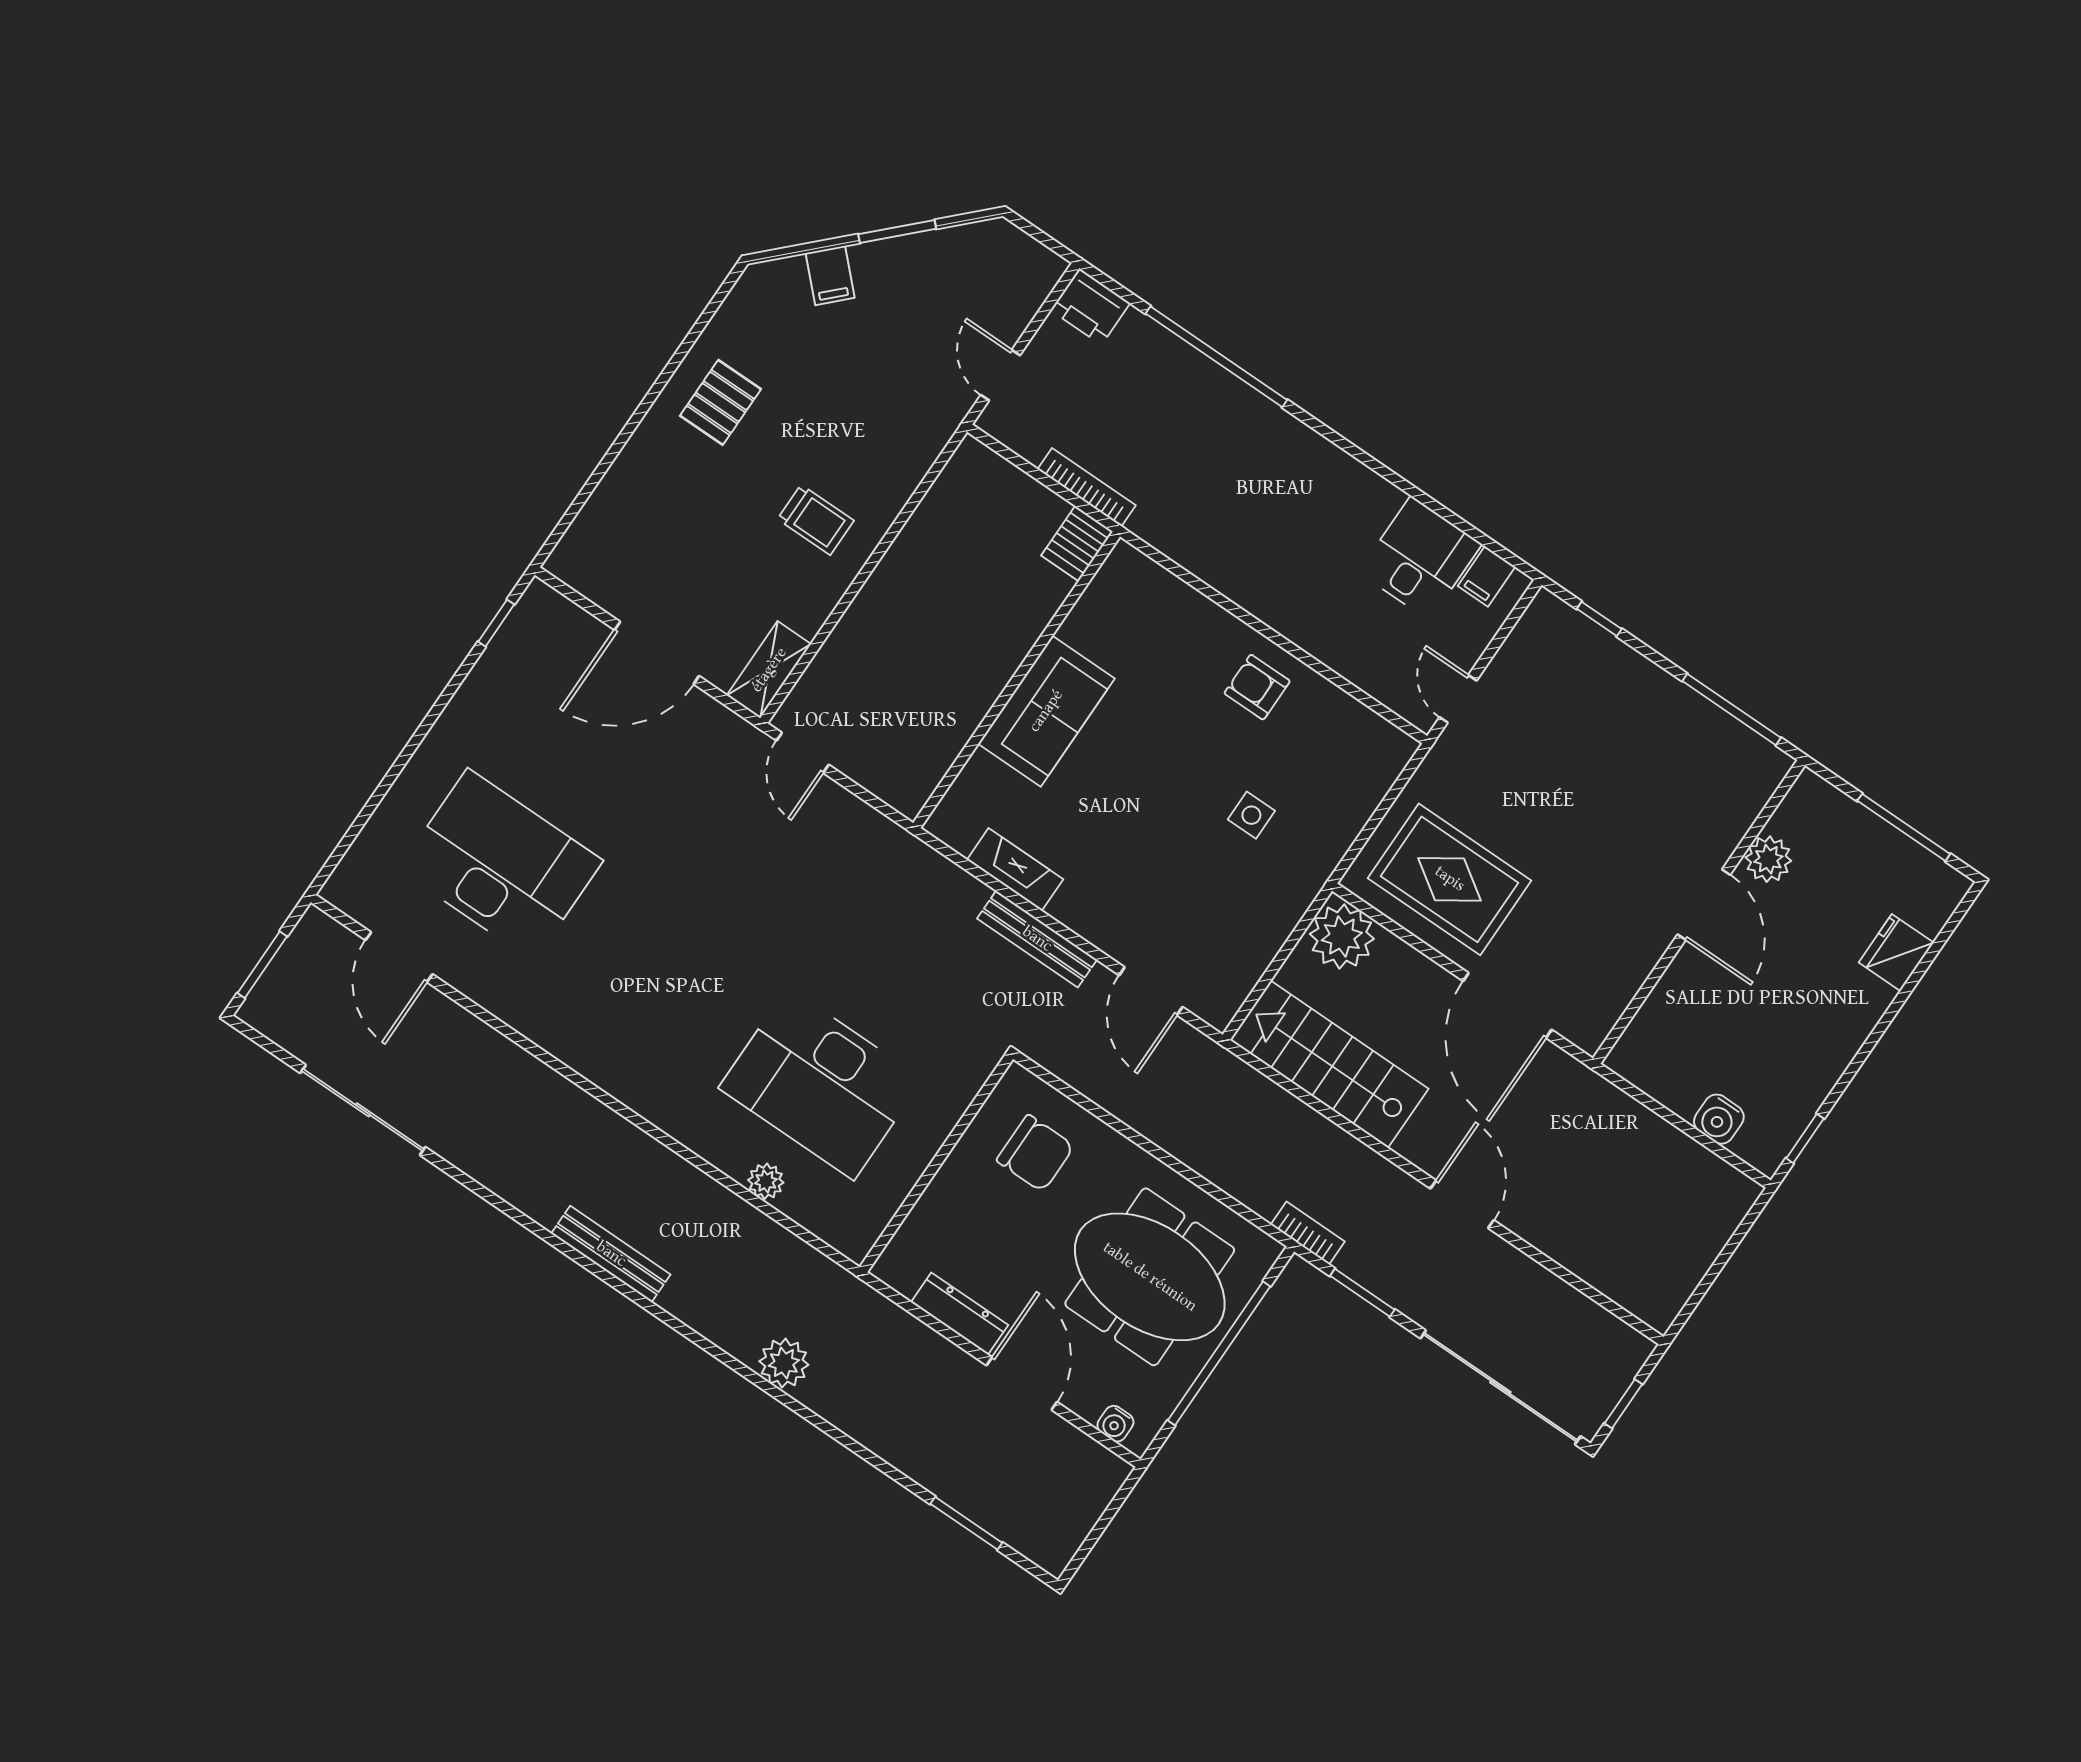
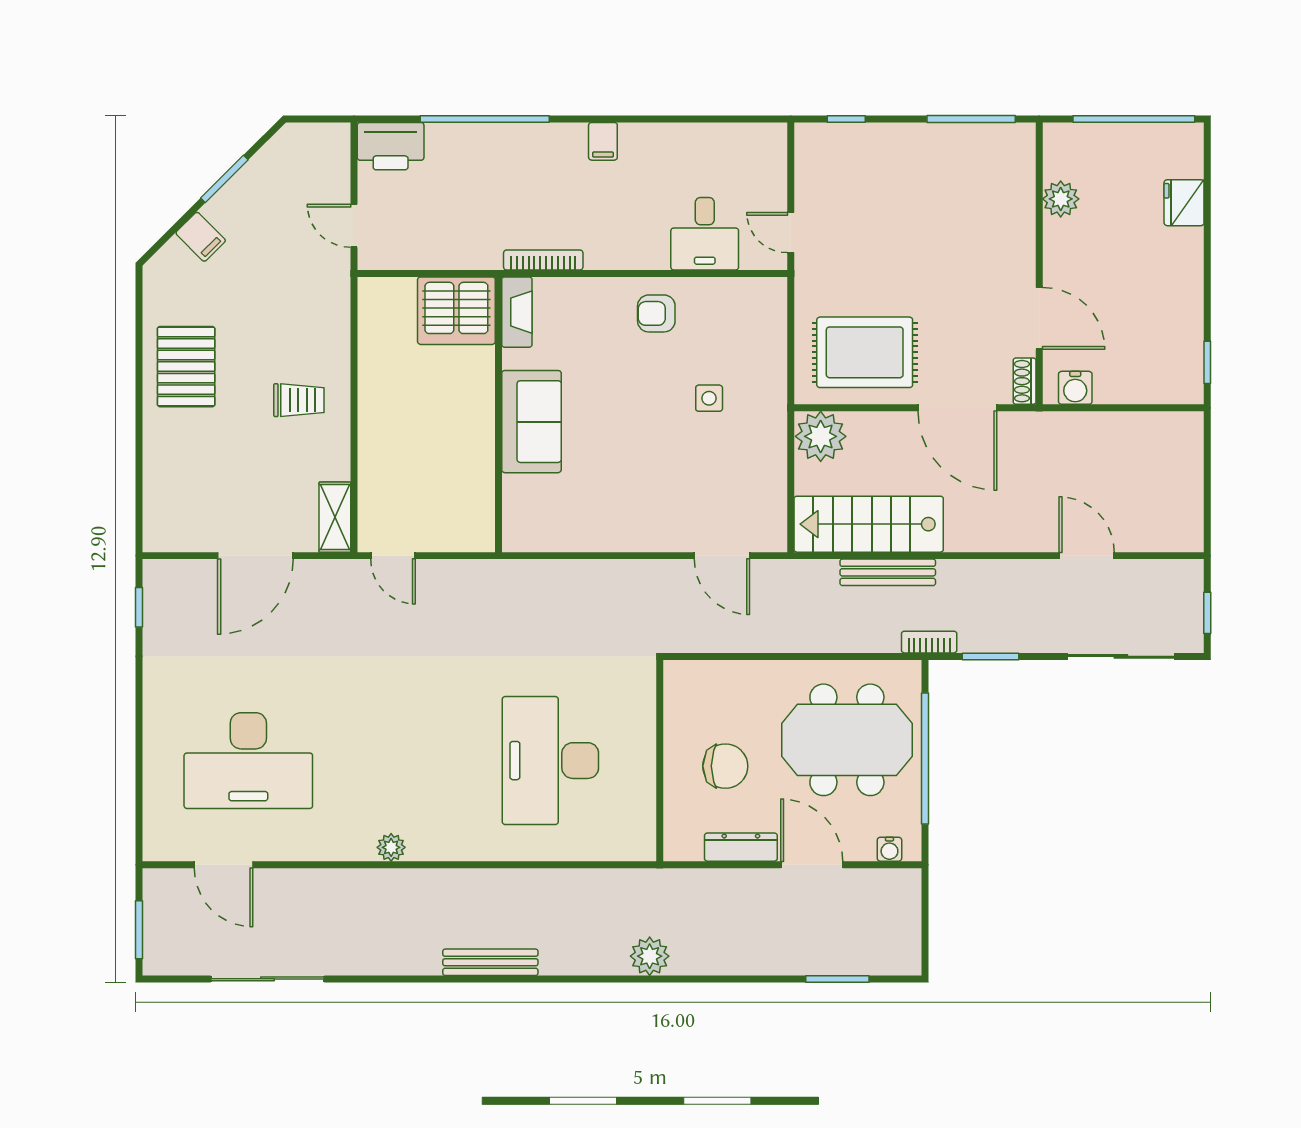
printer: (1090, 307) -> (391, 146), width x1.37, depth x1.19
pallet: (721, 402) -> (186, 367), width x1.50, depth x1.42
bookcase: (1087, 487) -> (543, 260), moved
server rack: (1077, 544) -> (456, 311), width x2.18, depth x1.44
desk: (1420, 558) -> (705, 234), moved, turned 180
filing cabinet: (1486, 576) -> (603, 141), moved
window: (1904, 827) -> (1134, 119), width x1.46
desk: (501, 865) -> (248, 761), turned 180
fireplace: (1015, 869) -> (517, 312), moved, turned 90
door: (1704, 905) -> (1039, 318), moved
bench: (1037, 939) -> (888, 572), moved
shoe rack: (1598, 1026) -> (1025, 381), added
desk: (821, 1084) -> (550, 761), turned 90
water cooler: (1719, 1119) -> (1075, 388), moved
chair: (1035, 1153) -> (725, 766), moved
plant: (766, 1181) -> (391, 847), moved
door: (1462, 1204) -> (1087, 556), moved
sliding door: (1500, 1387) -> (1121, 656), width x0.73

